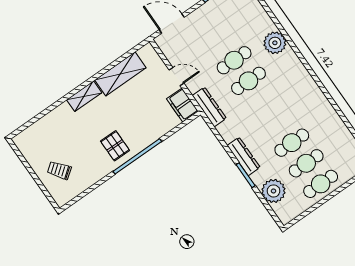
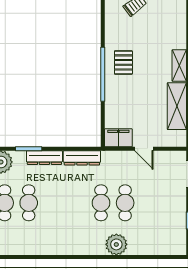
door: (176, 77) -> (144, 149), hinge flipped
dresser: (209, 107) -> (82, 158), moved
pallet: (115, 146) -> (123, 62), turned 90

